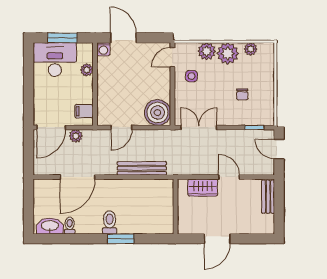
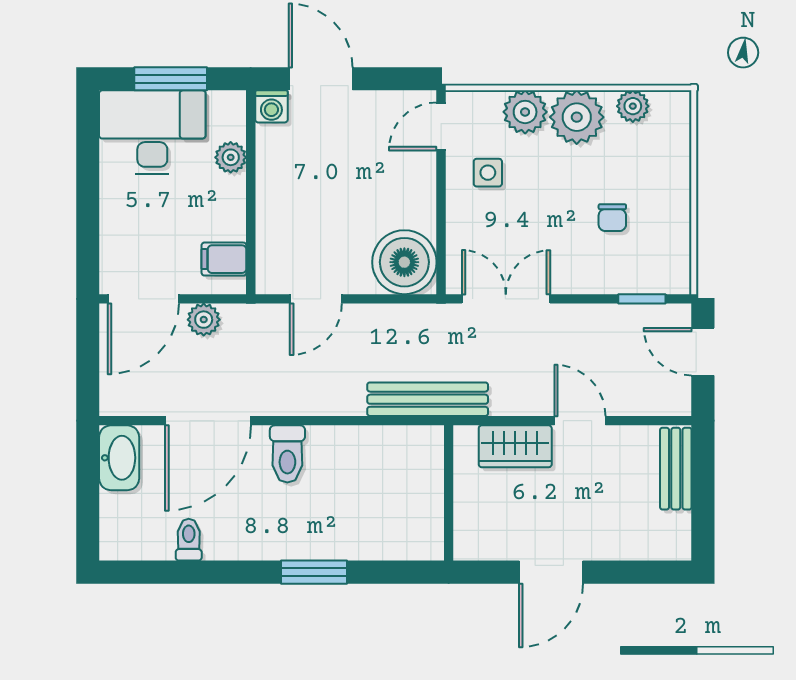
bench: (142, 168) -> (428, 399), moved
toilet: (110, 222) -> (287, 454), moved, turned 180
washbasin: (50, 226) -> (119, 458), moved, turned 90

